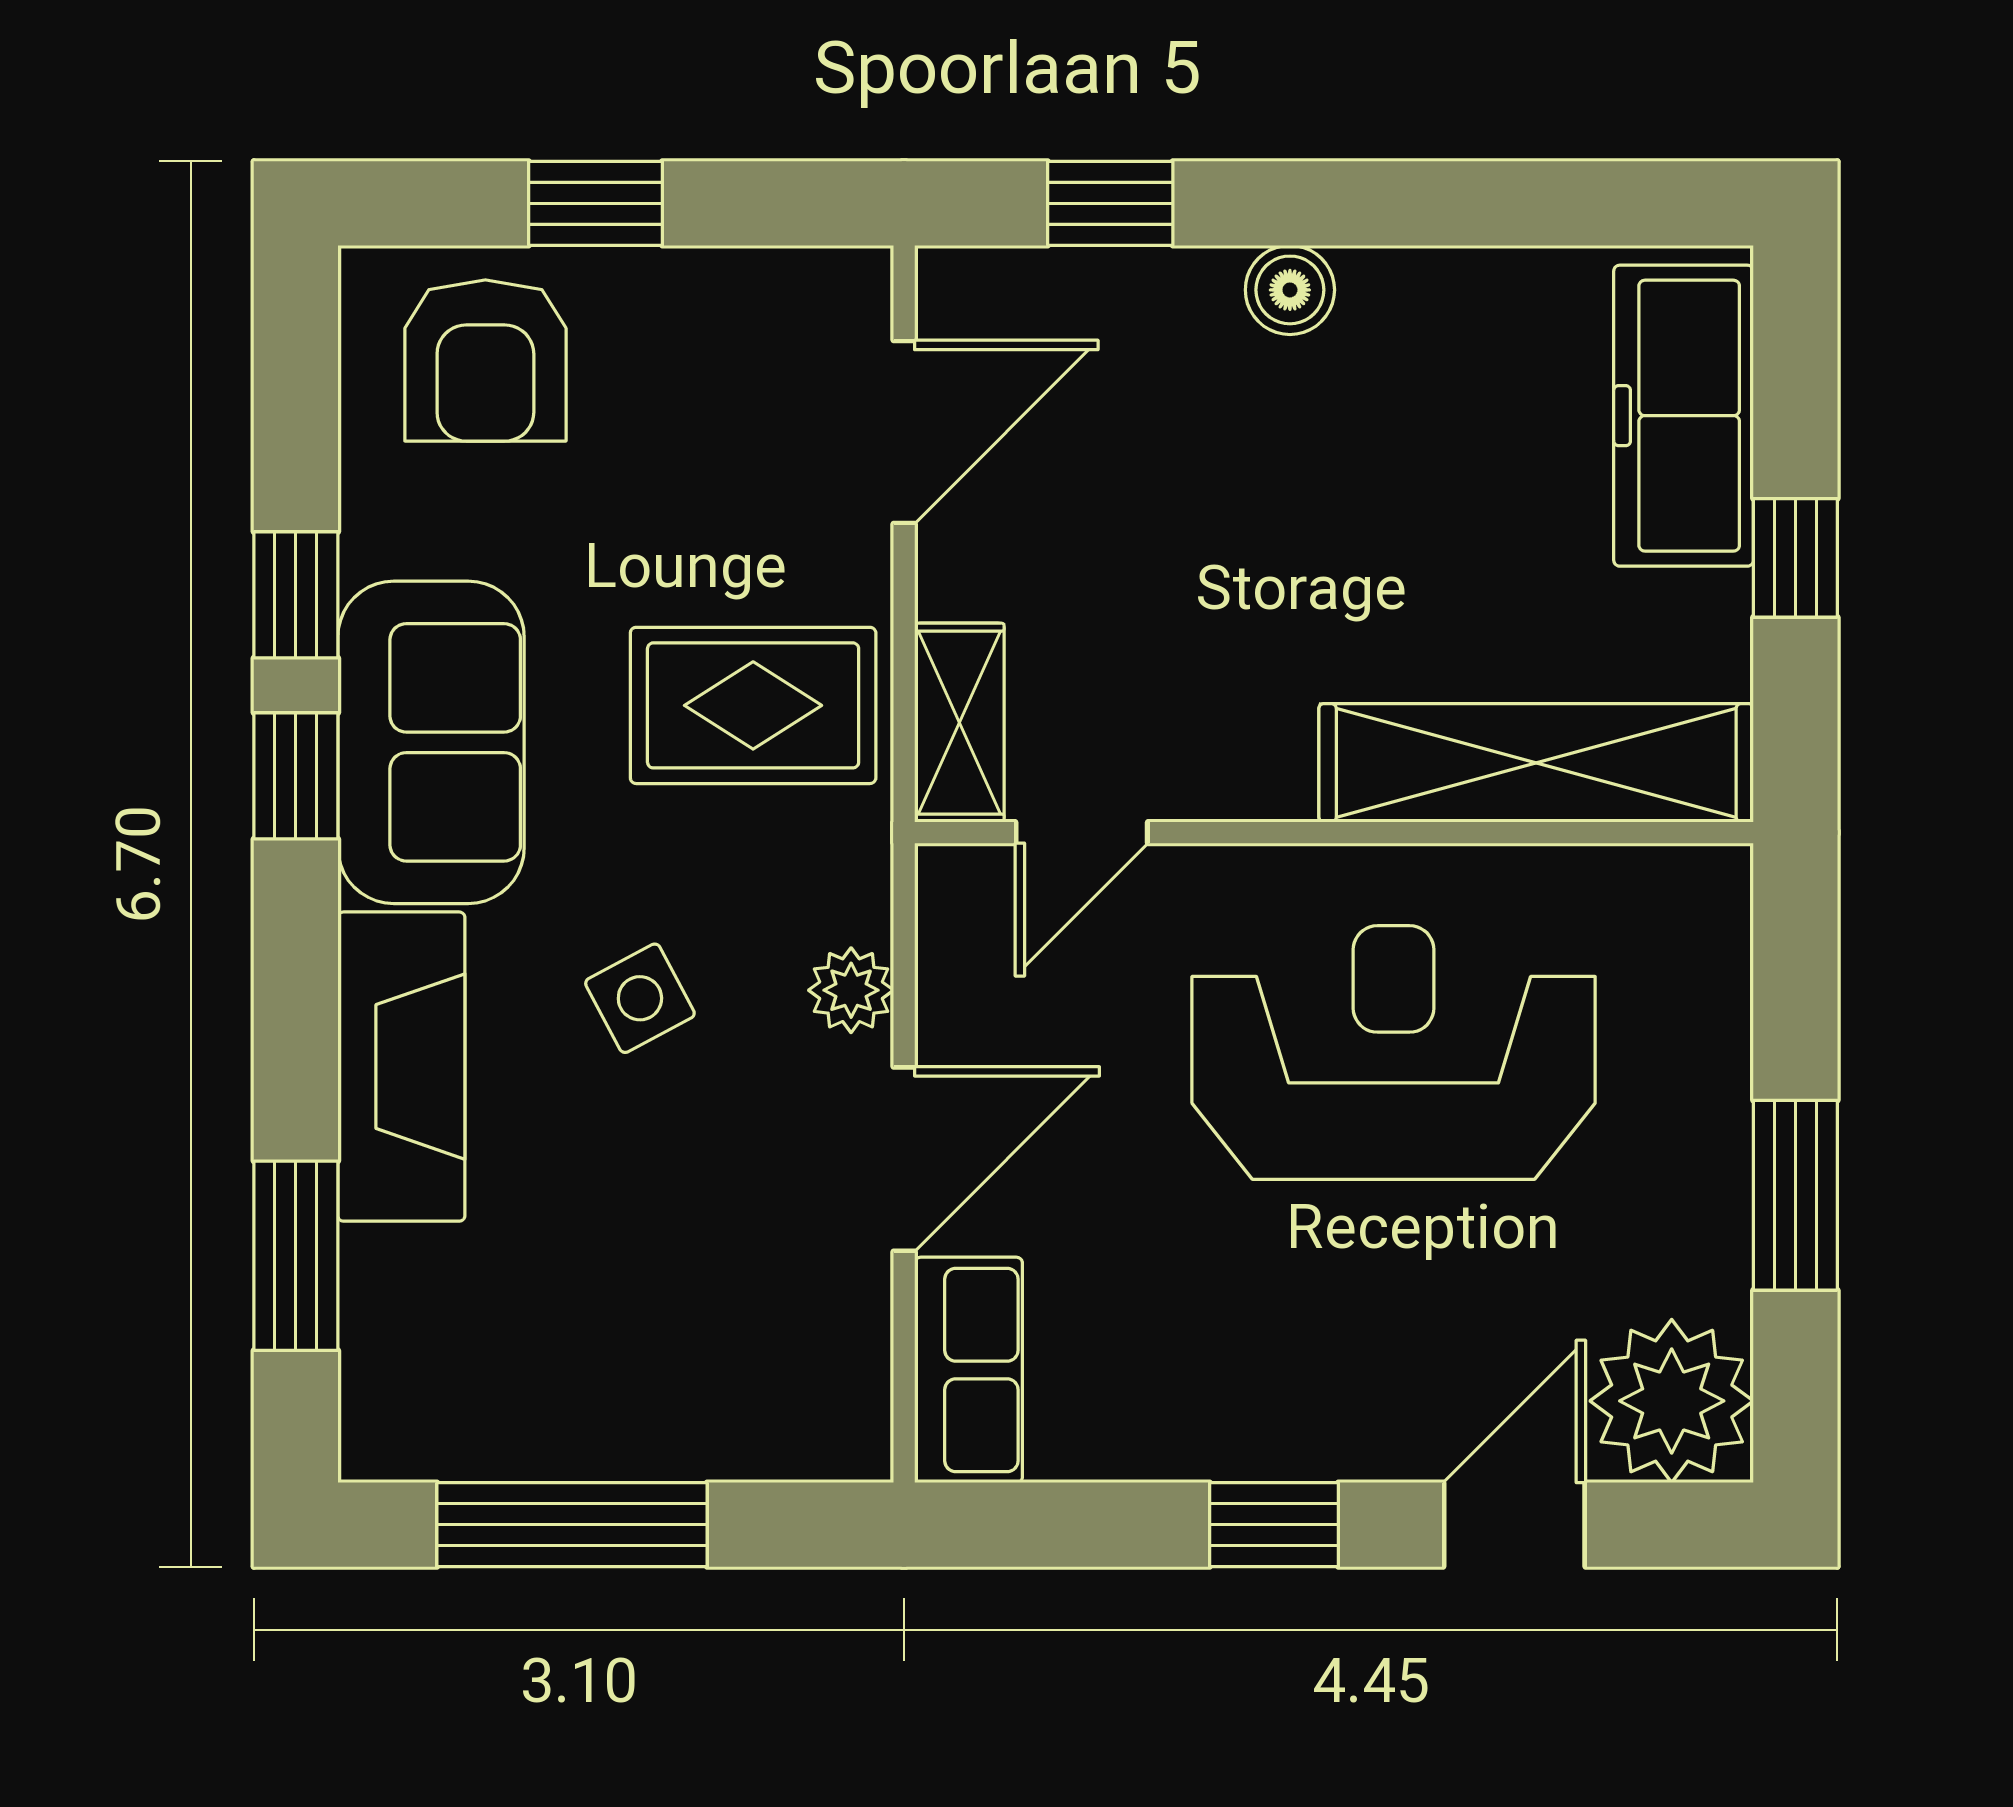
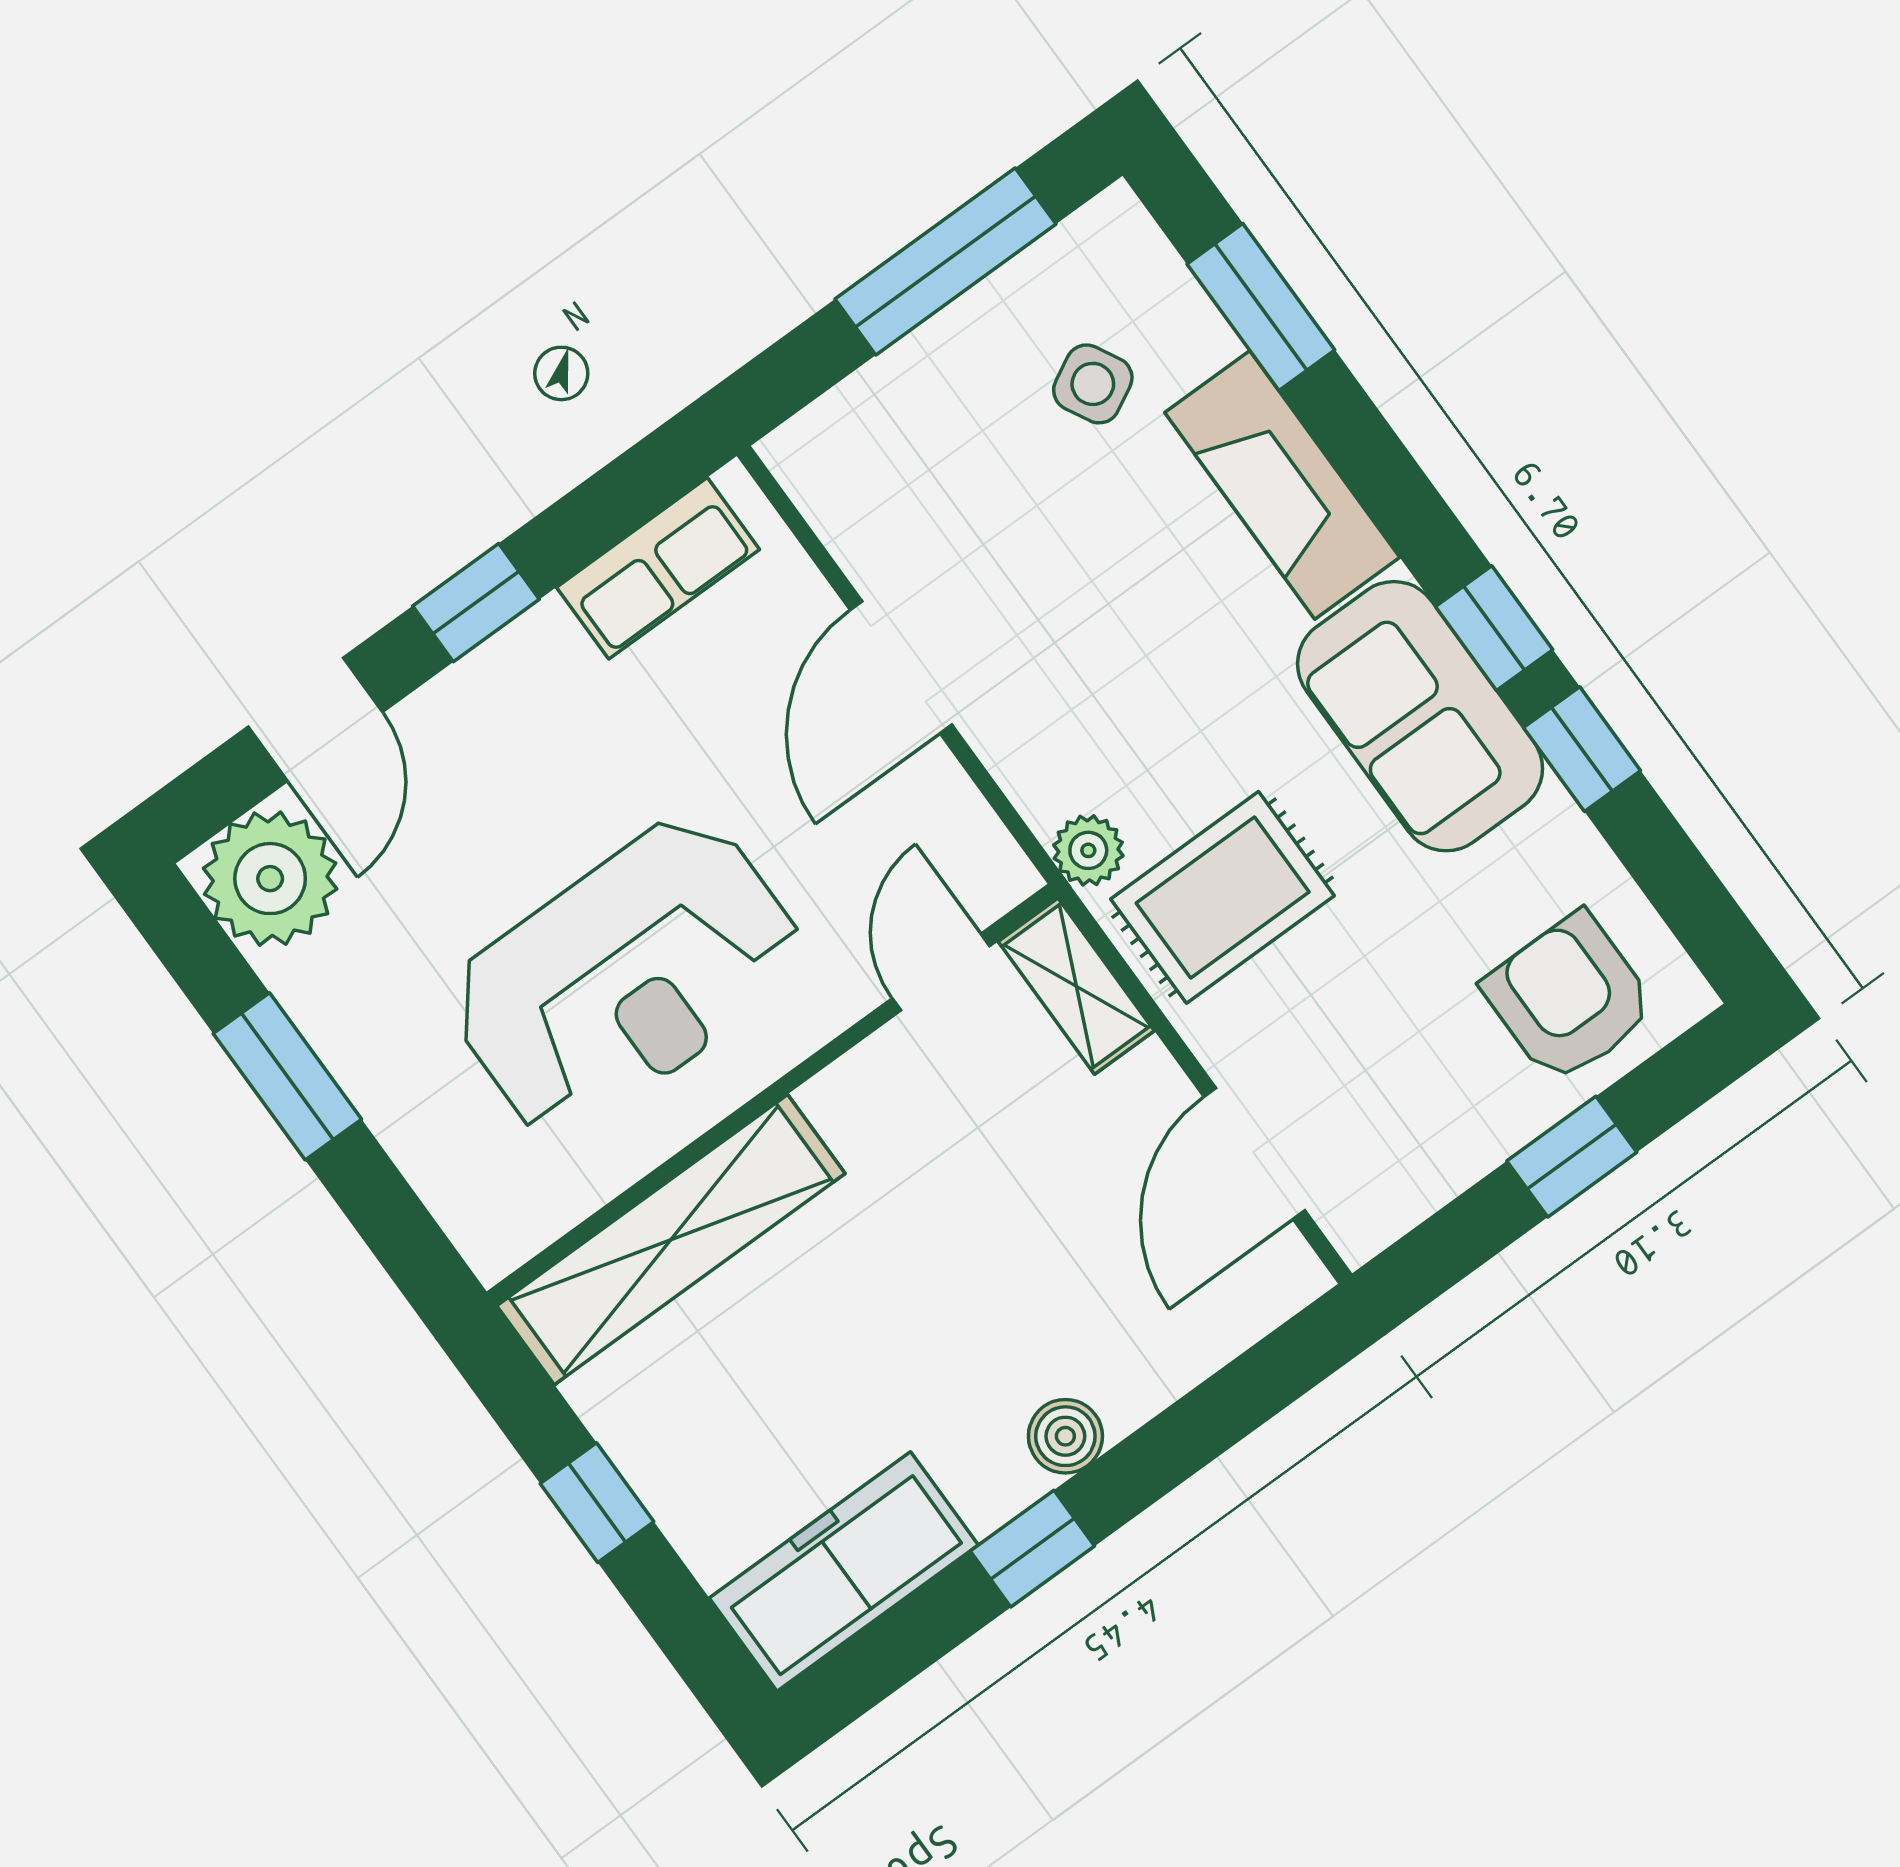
window: (1110, 203) -> (1032, 1549), moved
freezer: (1684, 416) -> (844, 1571), moved, turned -90
plant: (851, 990) -> (1088, 850), moved
side table: (640, 998) -> (1093, 384), moved
row of seats: (968, 1370) -> (658, 568), moved, turned -90

